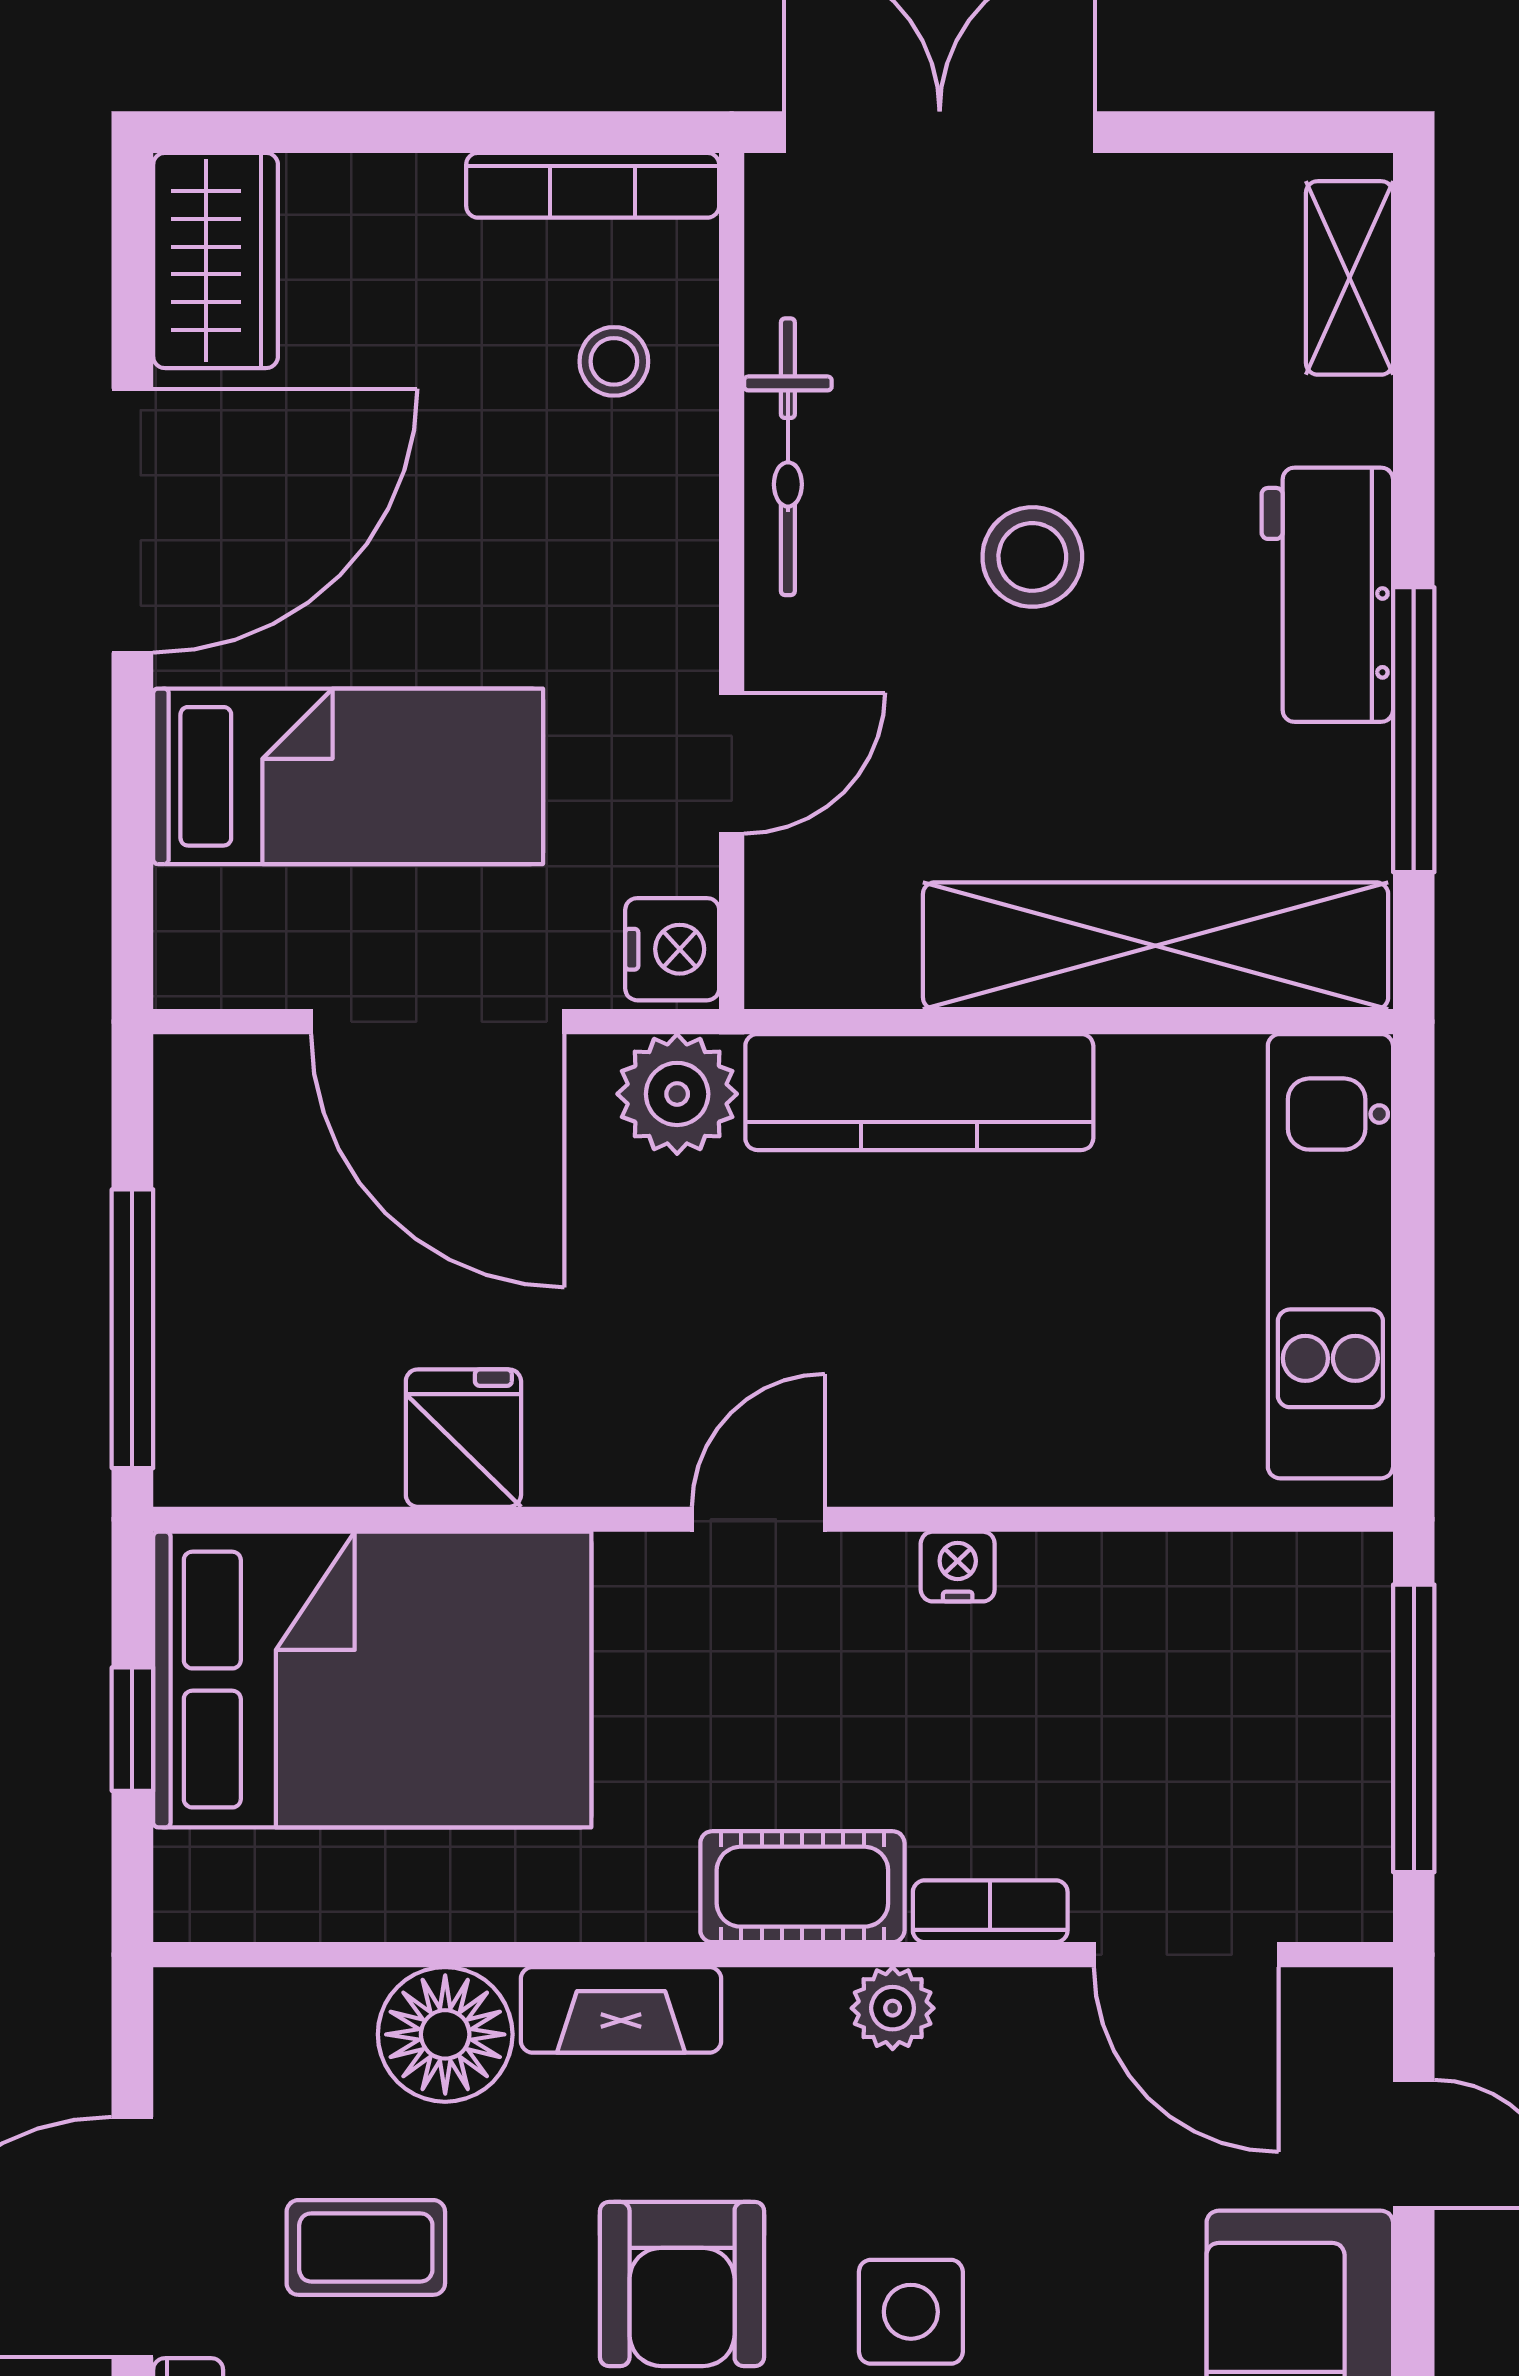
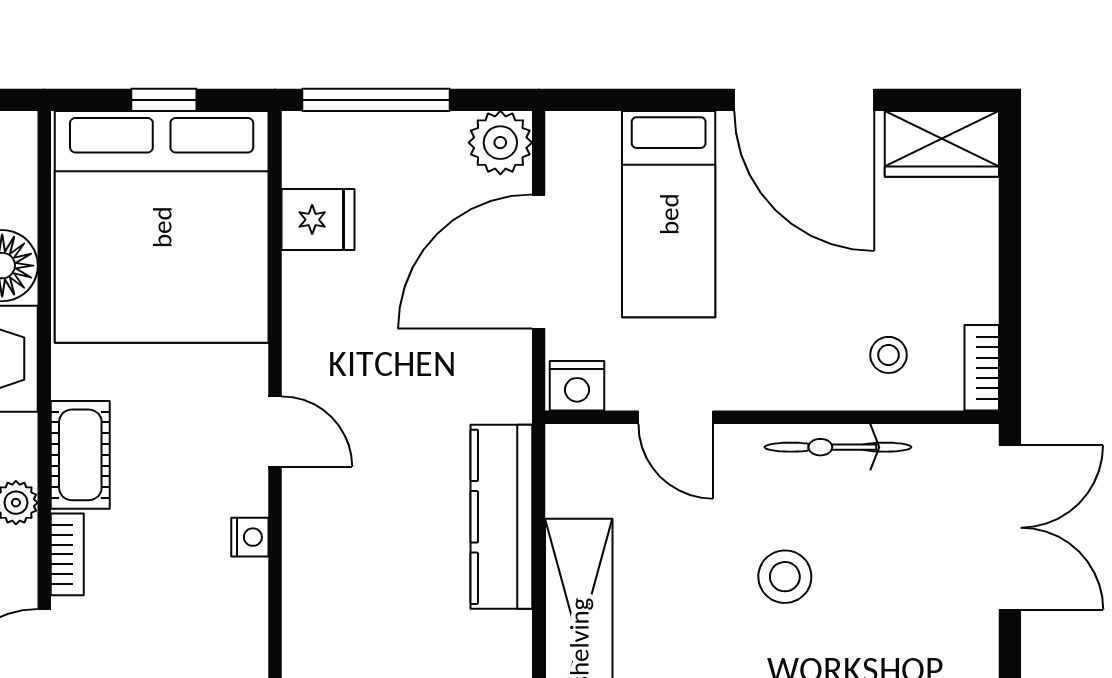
bookcase: (593, 185) -> (982, 368), width x0.64
plant: (677, 1094) -> (500, 143), moved
fridge: (463, 1438) -> (318, 220), moved
bed: (372, 1680) -> (162, 227), width x1.36

